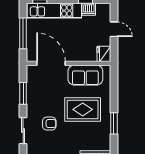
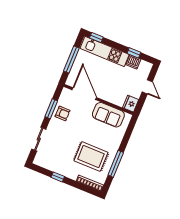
rug: (83, 109) -> (91, 157), moved
window: (114, 123) -> (116, 164), width x1.44
armchair: (49, 124) -> (63, 113), moved

